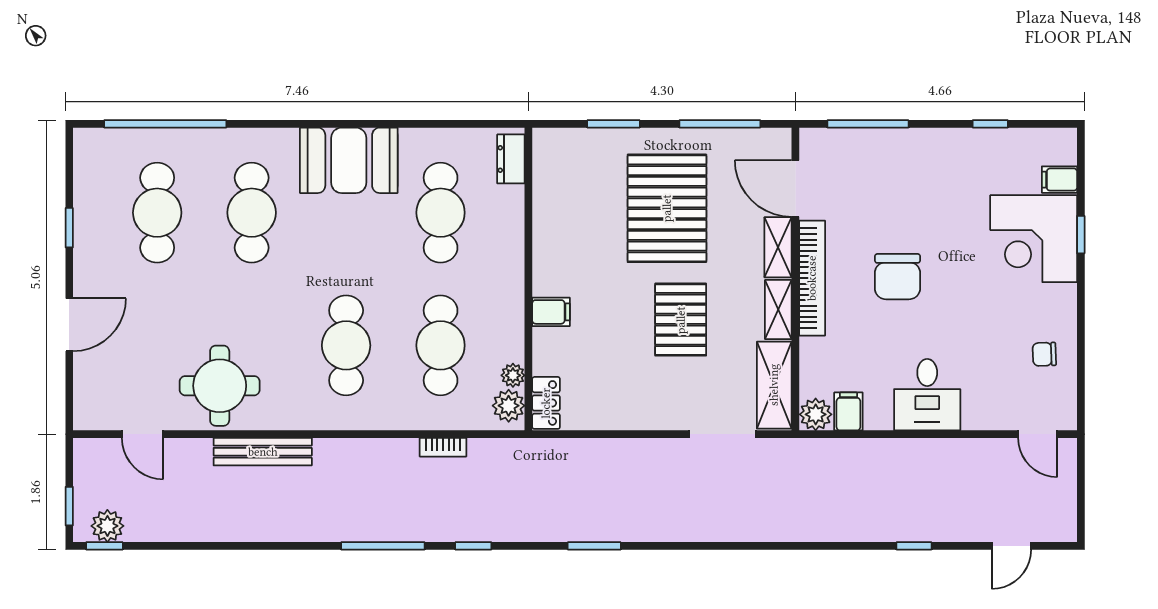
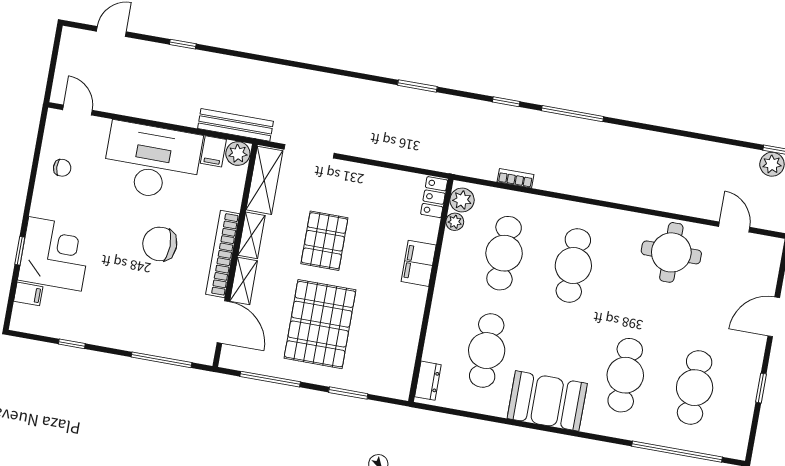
chair: (897, 277) -> (160, 244), turned -90
filing cabinet: (551, 312) -> (419, 263), width x2.00
desk: (927, 395) -> (152, 161), width x1.87, depth x1.30
bench: (263, 452) -> (235, 125), moved

